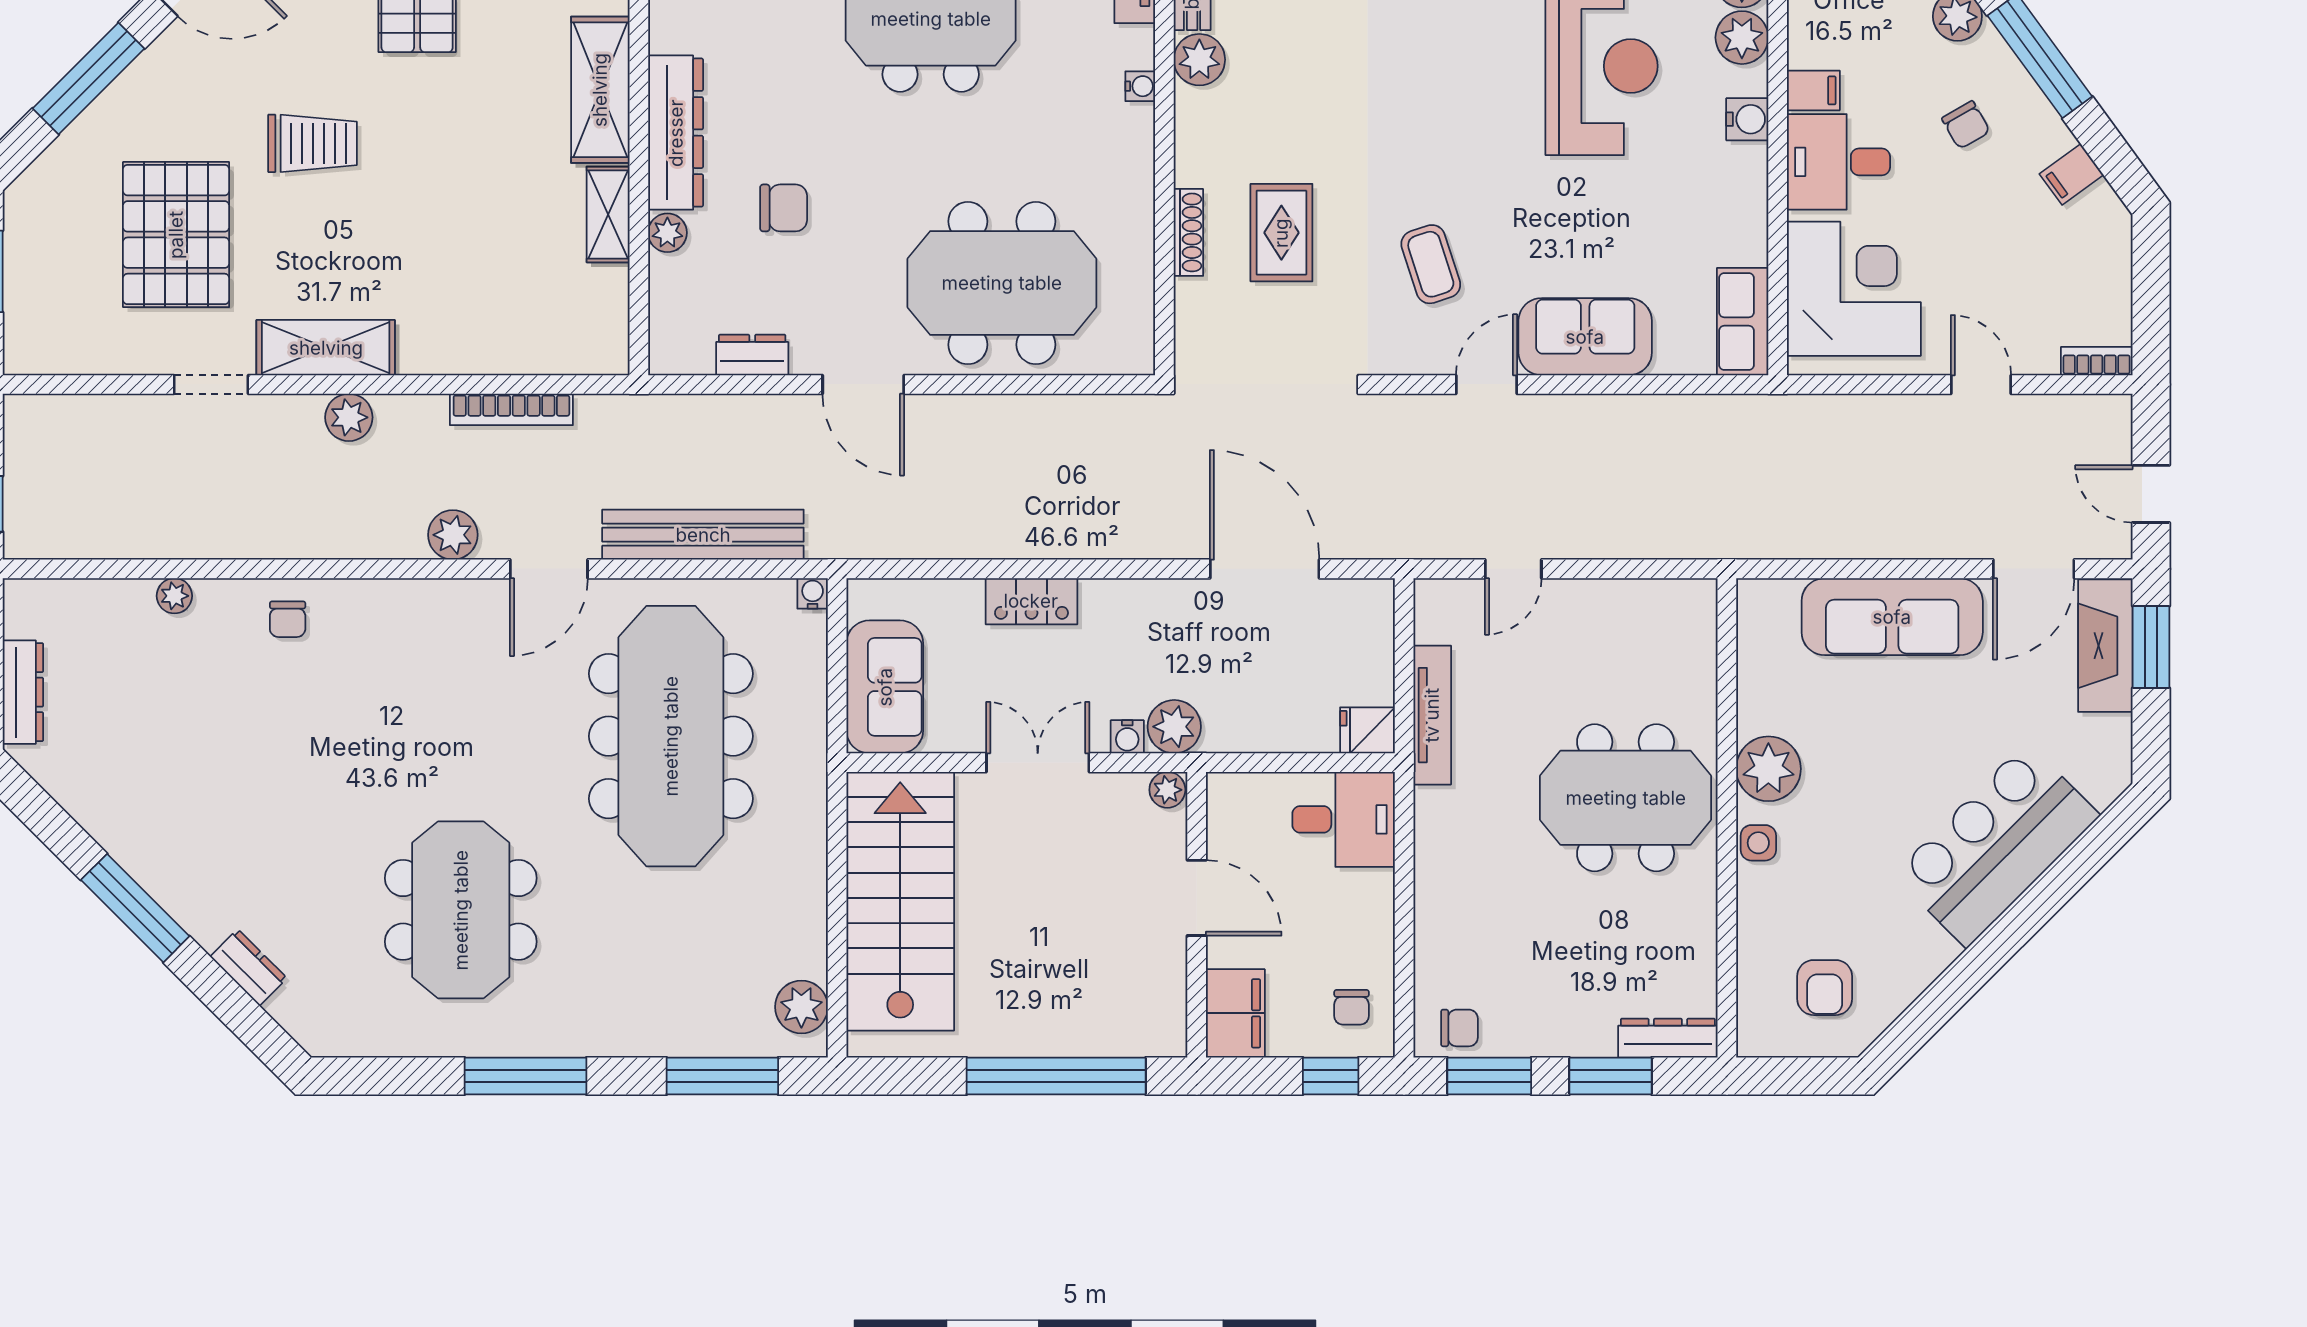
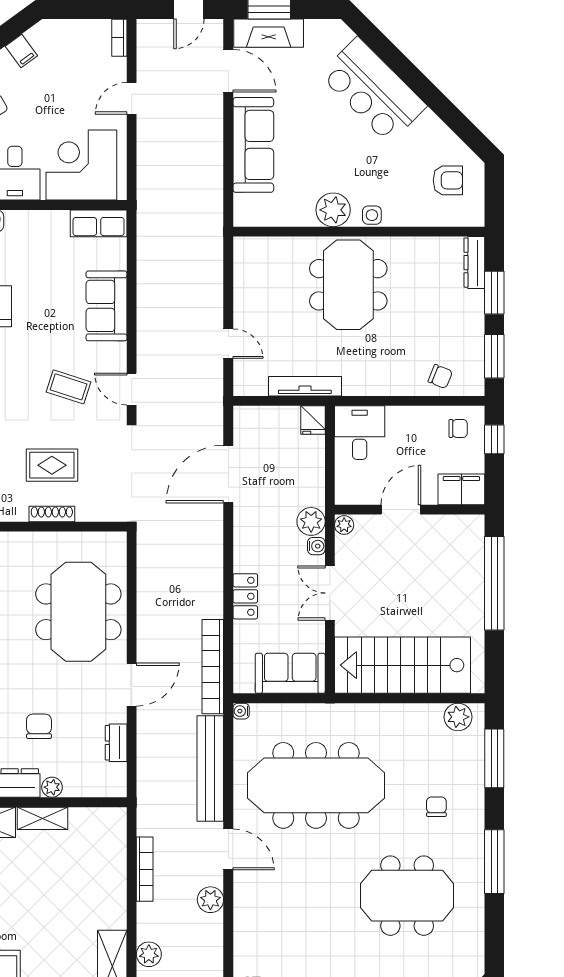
coffee table: (1431, 264) -> (69, 387), turned 36
door: (1487, 384) -> (132, 389), moved
bookcase: (897, 539) -> (213, 667), added
chair: (630, 966) -> (436, 807), added
chair: (1459, 1028) -> (440, 377), moved, turned 112

